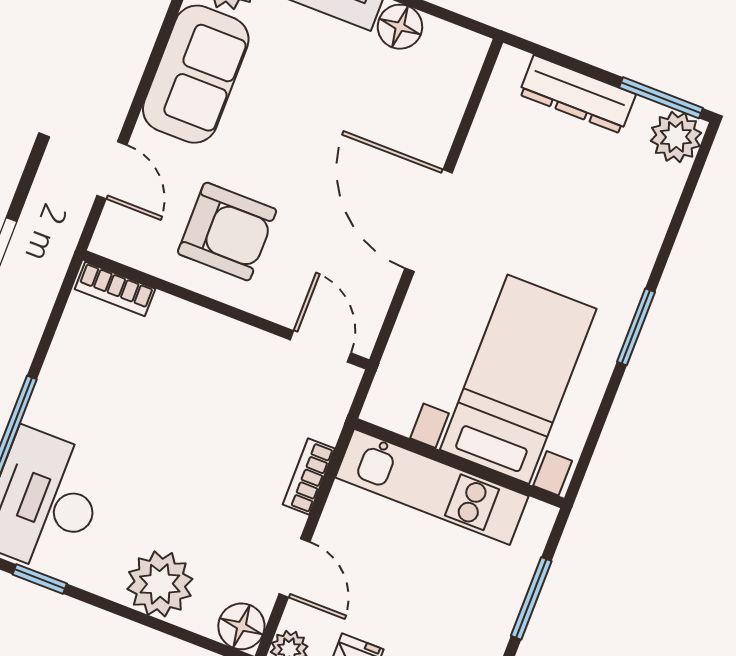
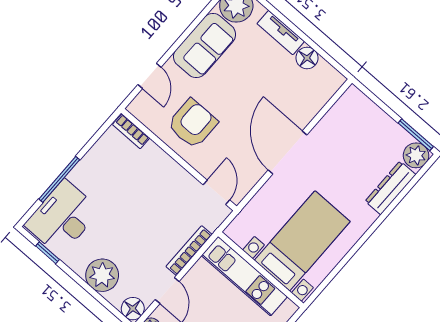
dresser: (577, 94) -> (390, 188), moved, turned 90
armchair: (227, 232) -> (193, 124), turned -90
window: (636, 327) -> (366, 236), removed
bookcase: (309, 477) -> (189, 251), width x1.56

